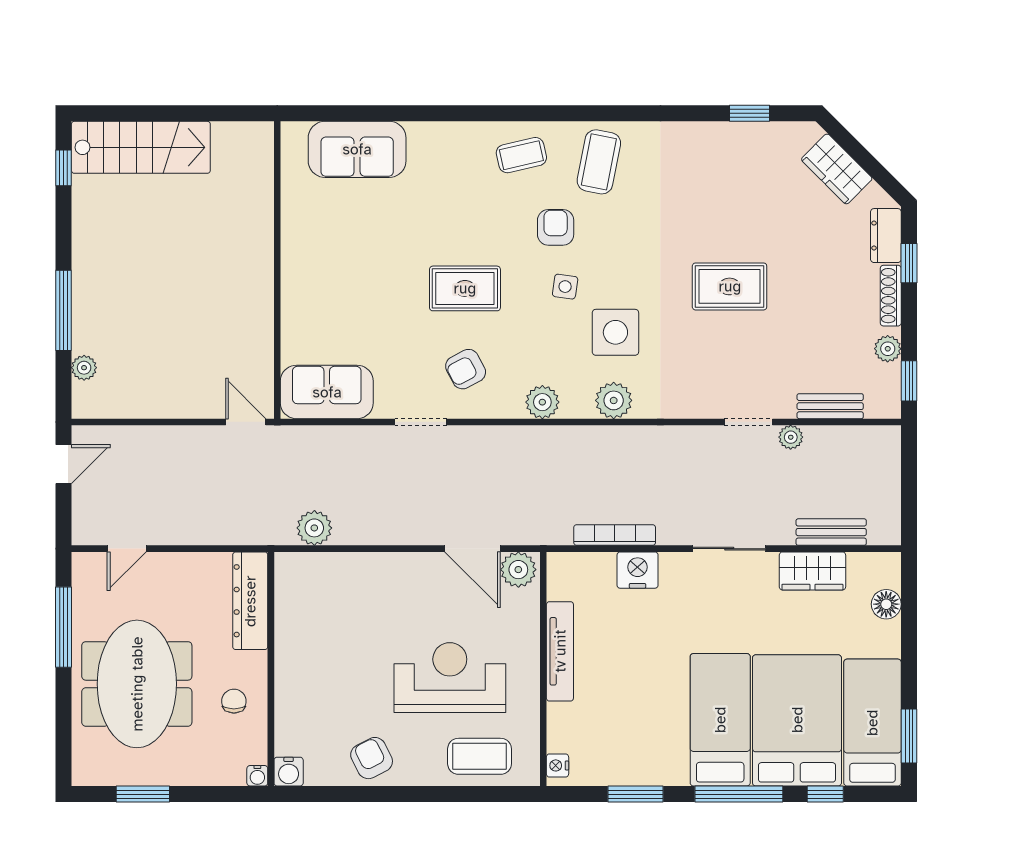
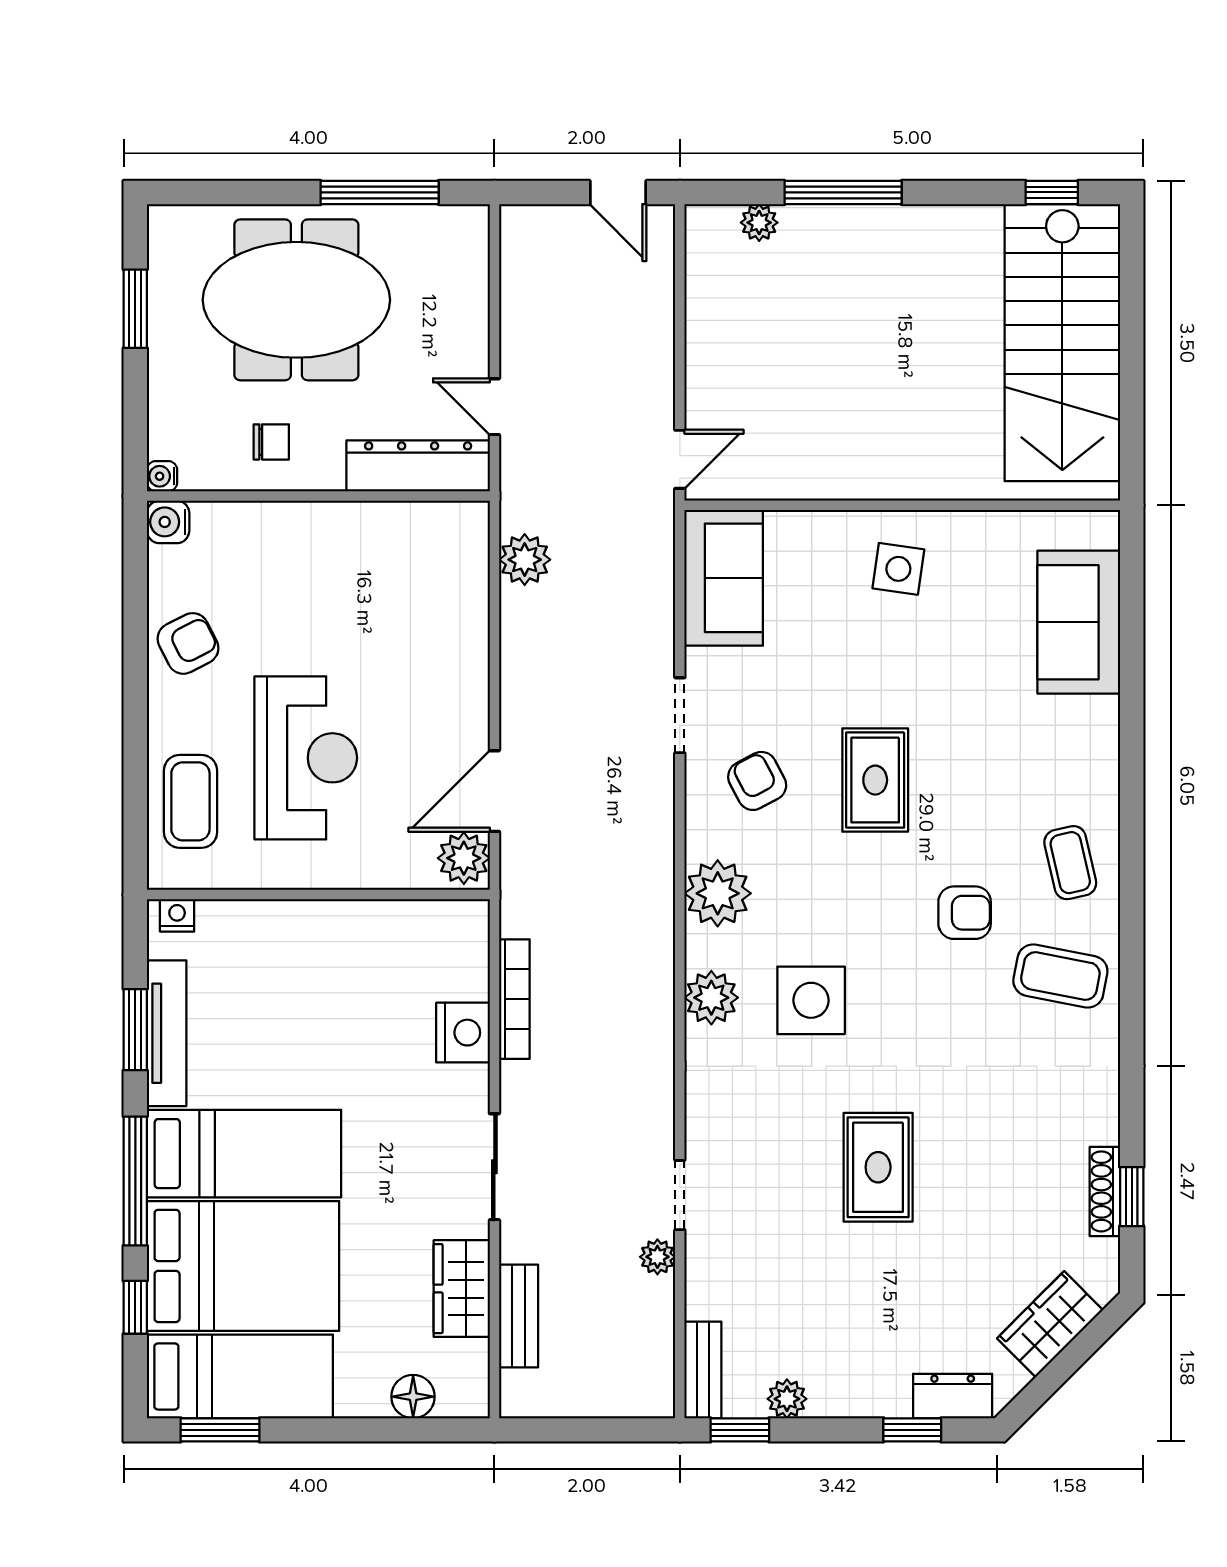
stairs: (141, 147) -> (1062, 343), width x1.36, depth x1.51
side table: (565, 287) -> (898, 569), moved, width x1.37, depth x1.37
shoe rack: (891, 296) -> (1105, 1191), moved, turned -90
plant: (542, 402) -> (718, 893), width x1.36, depth x1.36
bench: (830, 406) -> (703, 1370), moved
door: (127, 549) -> (494, 407), moved
tv unit: (560, 651) -> (167, 1033), moved, turned -90

